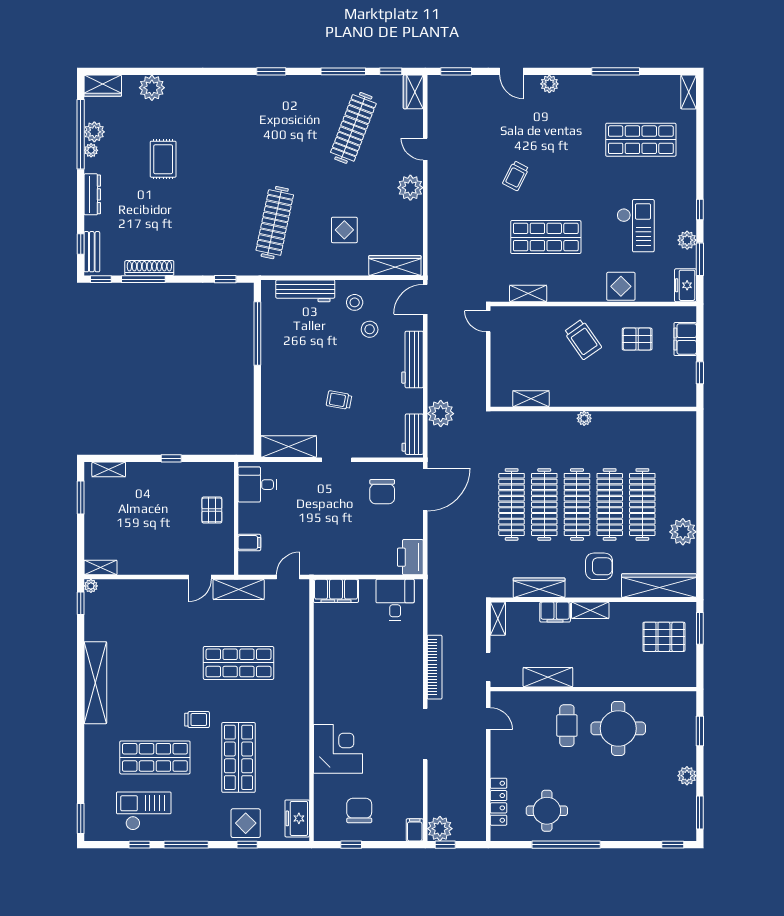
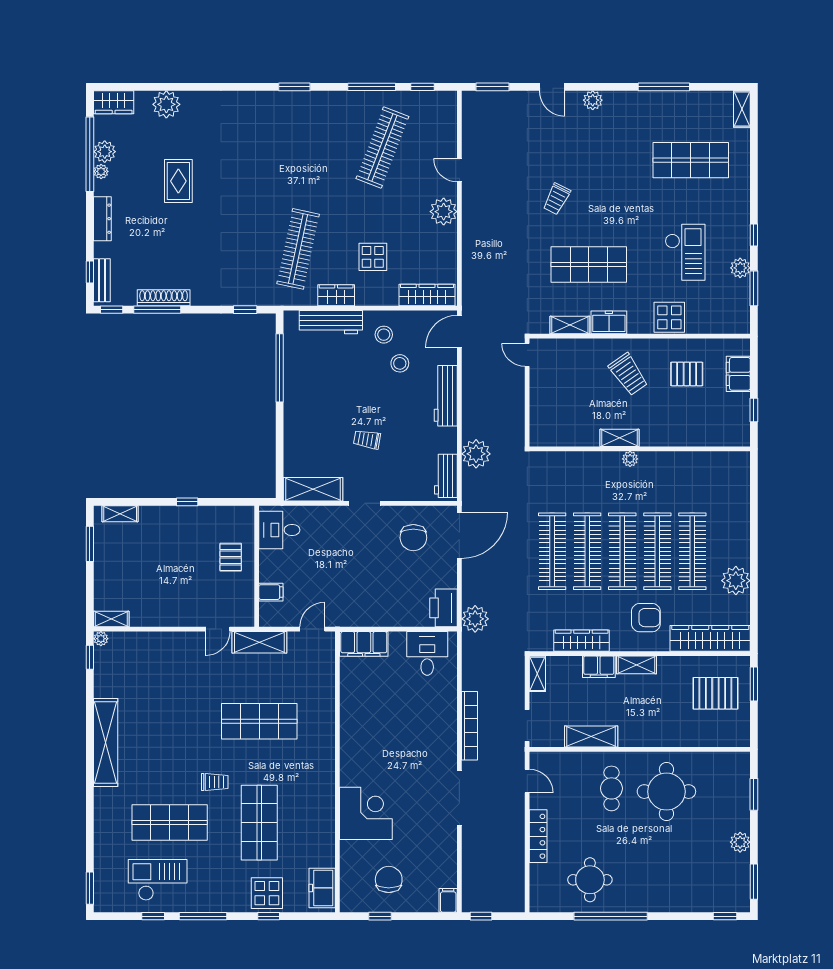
wardrobe: (413, 92) -> (336, 295), moved, turned 90
freezer: (685, 285) -> (609, 322), moved, turned 90
shelving: (531, 399) -> (620, 438), moved
locker: (499, 802) -> (538, 836), moved
plant: (440, 829) -> (475, 619), moved

